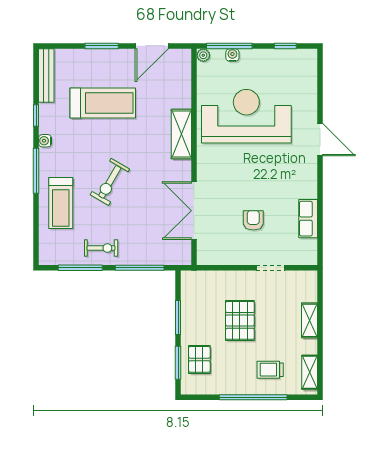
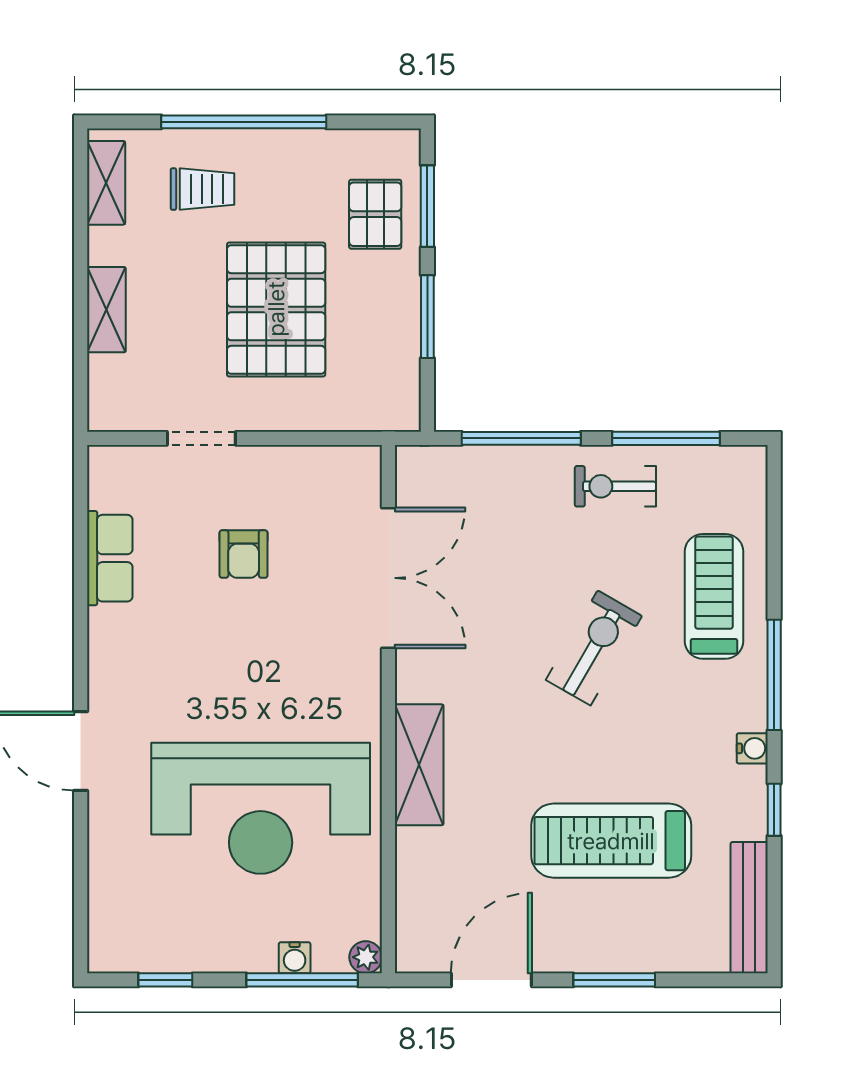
pallet: (240, 320) -> (276, 309), width x1.37, depth x1.41

